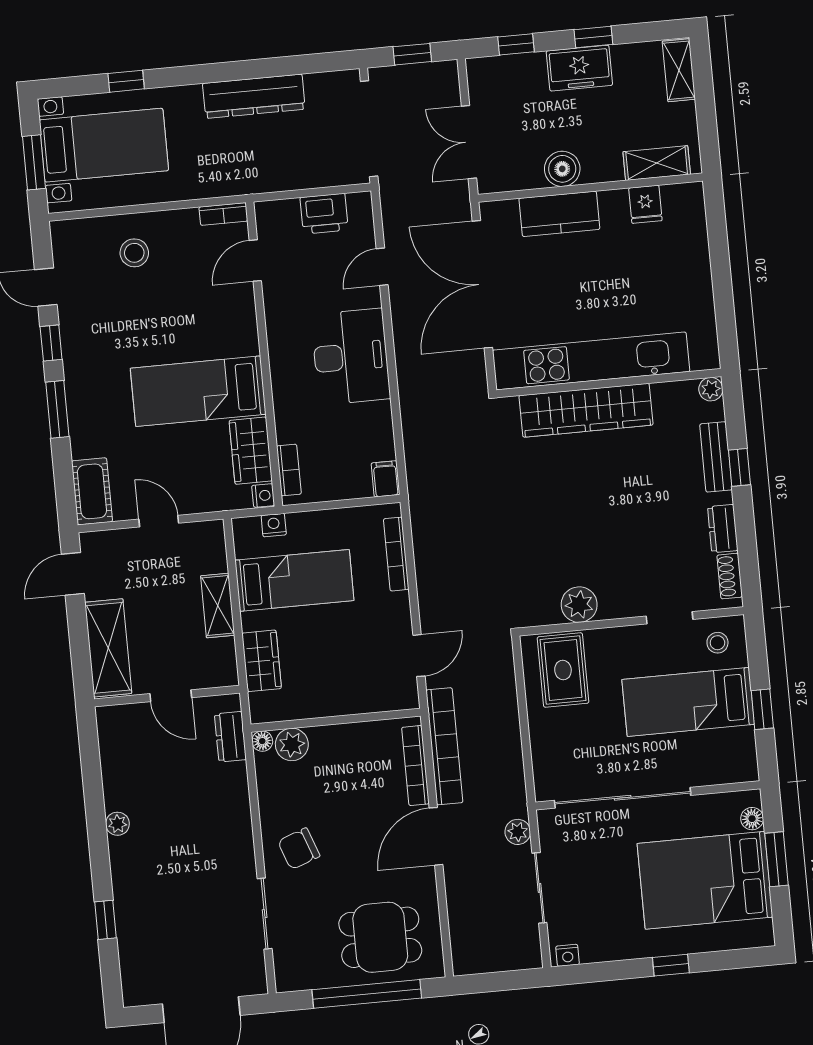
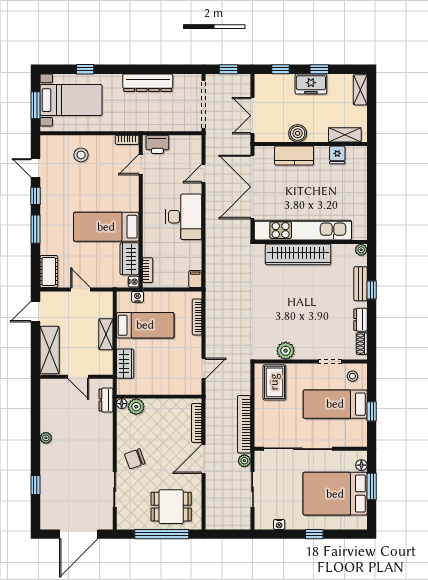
printer: (324, 214) -> (157, 144), moved
bookcase: (444, 746) -> (244, 424), moved, turned 180
nightstand: (568, 955) -> (279, 524), moved

